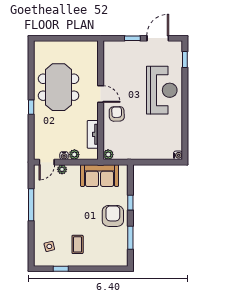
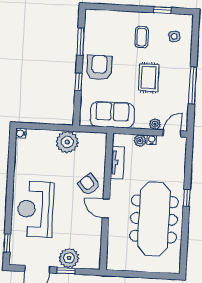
plant: (130, 49) -> (69, 258), added
meeting table: (59, 87) -> (154, 219), width x1.36
armchair: (117, 114) -> (89, 185), turned 141
plant: (108, 155) -> (67, 142), moved, width x1.88, depth x1.88
rug: (70, 210) -> (149, 78), added
armchair: (113, 216) -> (99, 68), turned 180

